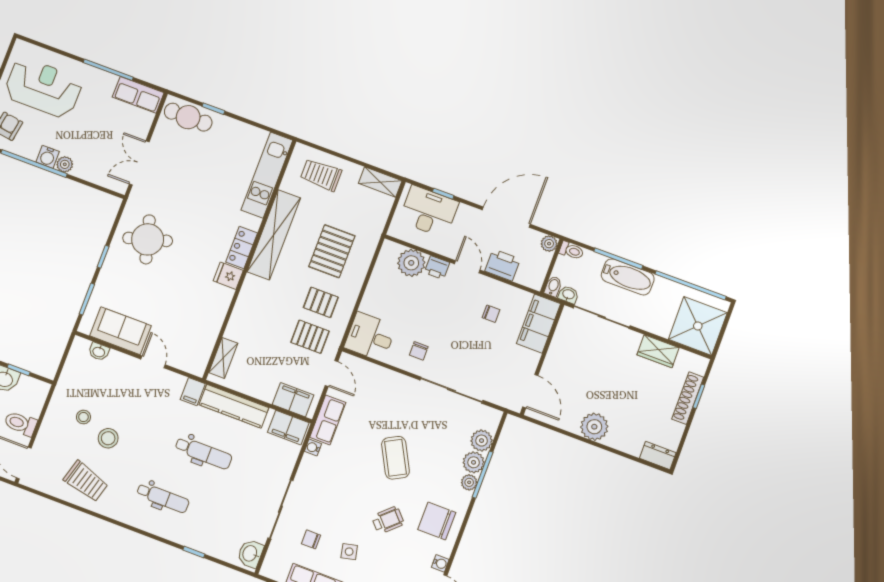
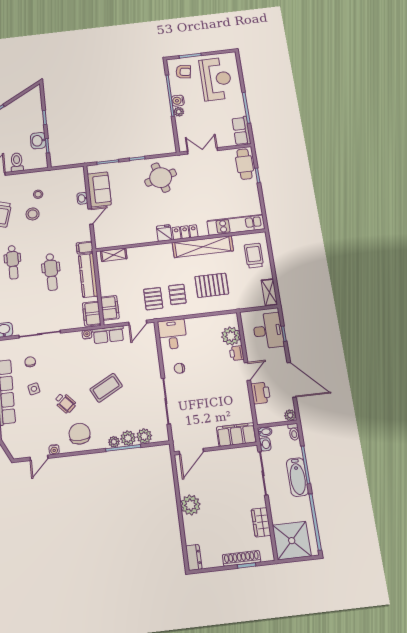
chair: (491, 314) -> (226, 401), removed
washbasin: (99, 352) -> (82, 198), moved

